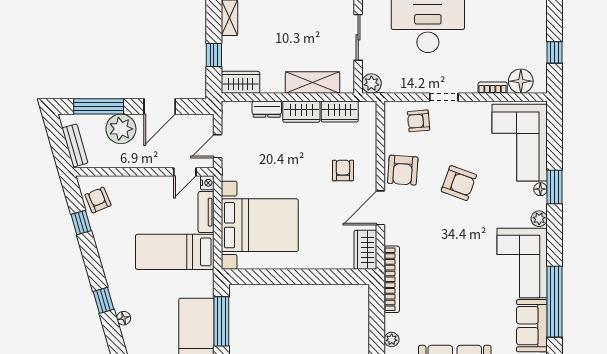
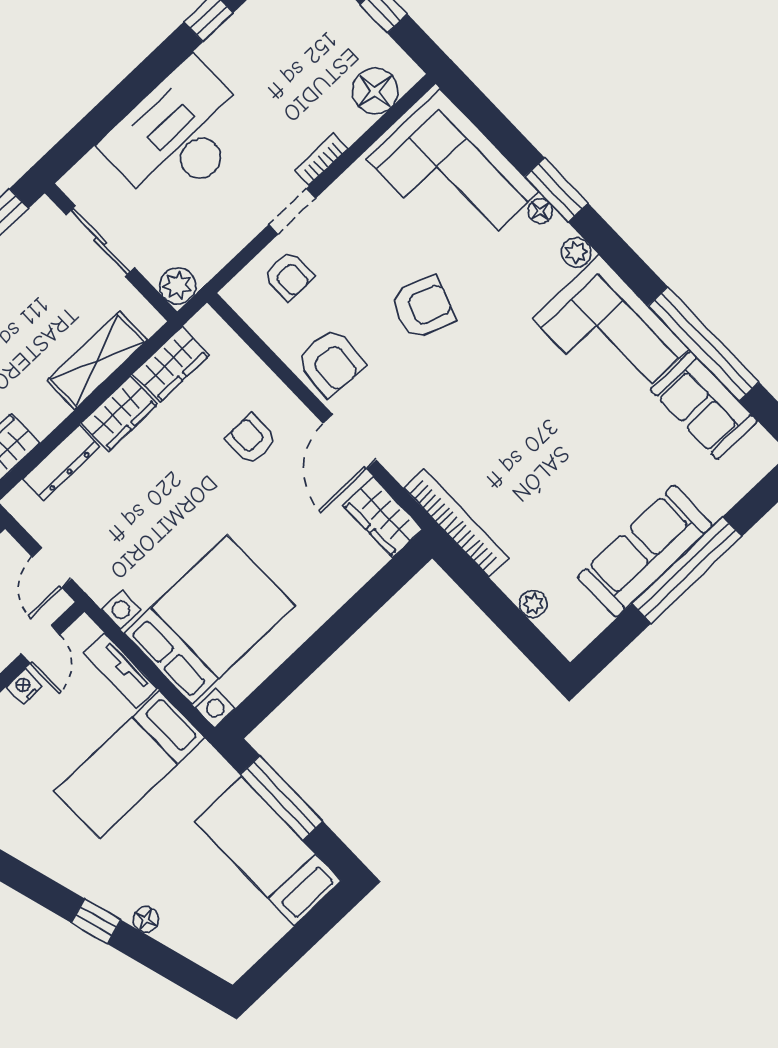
bookcase: (493, 88) -> (321, 159), moved
dresser: (267, 109) -> (61, 463), width x1.44
armchair: (419, 121) -> (289, 276), turned -85
nightstand: (207, 183) -> (24, 687), moved, turned -90

